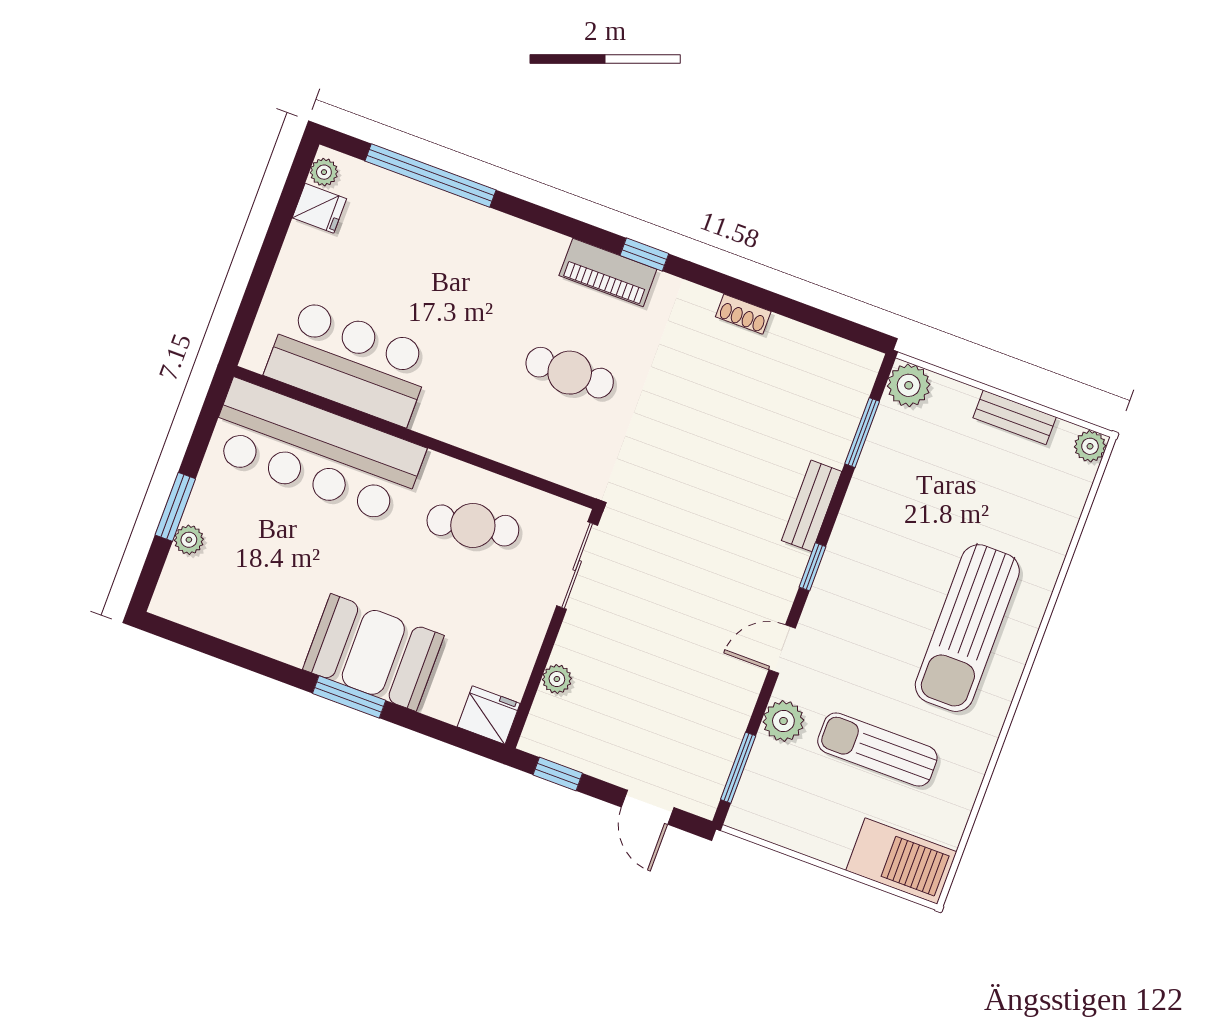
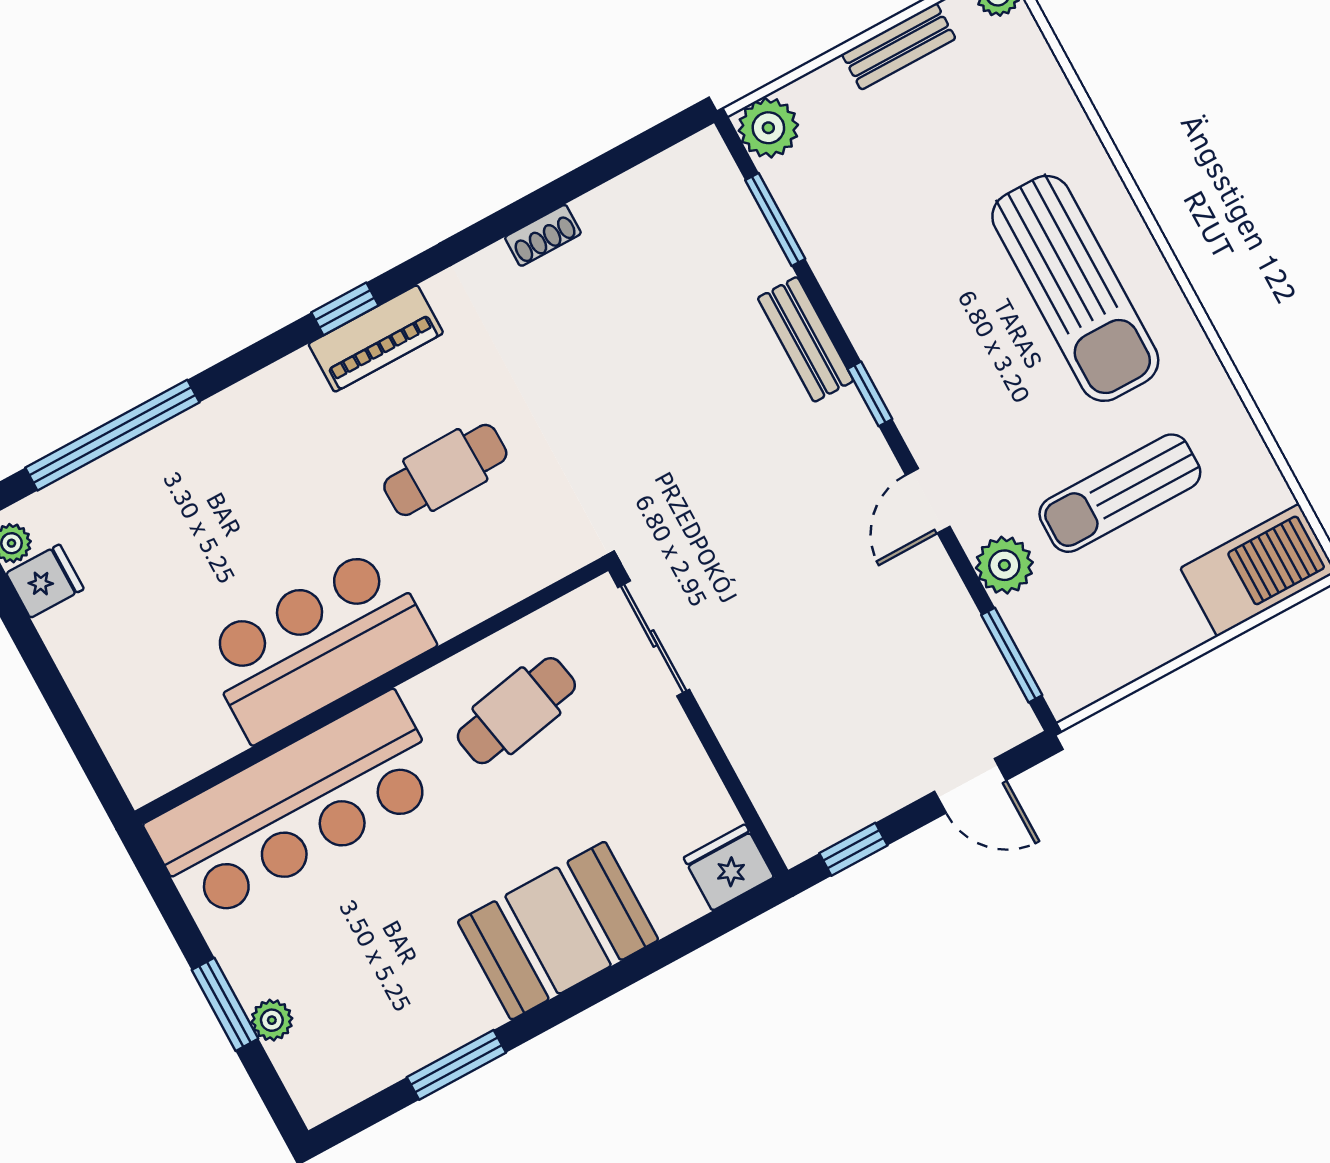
window: (644, 255) -> (345, 309), moved
bar counter: (349, 362) -> (317, 645), moved
plant: (557, 679) -> (753, 763), removed
window: (349, 697) -> (456, 1065), moved

